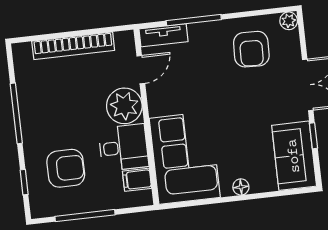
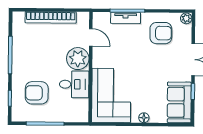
tv unit: (163, 35) -> (126, 18), moved
armchair: (251, 49) -> (161, 33), turned -92
door: (141, 70) -> (91, 37), hinge flipped
armchair: (66, 168) -> (37, 93), turned 180
filing cabinet: (137, 180) -> (80, 105), removed

